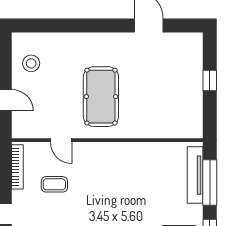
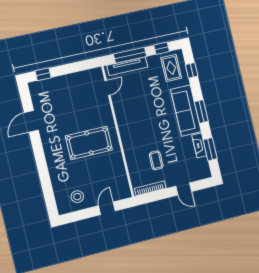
window: (210, 81) -> (43, 74), moved
door: (61, 140) -> (107, 88), moved

